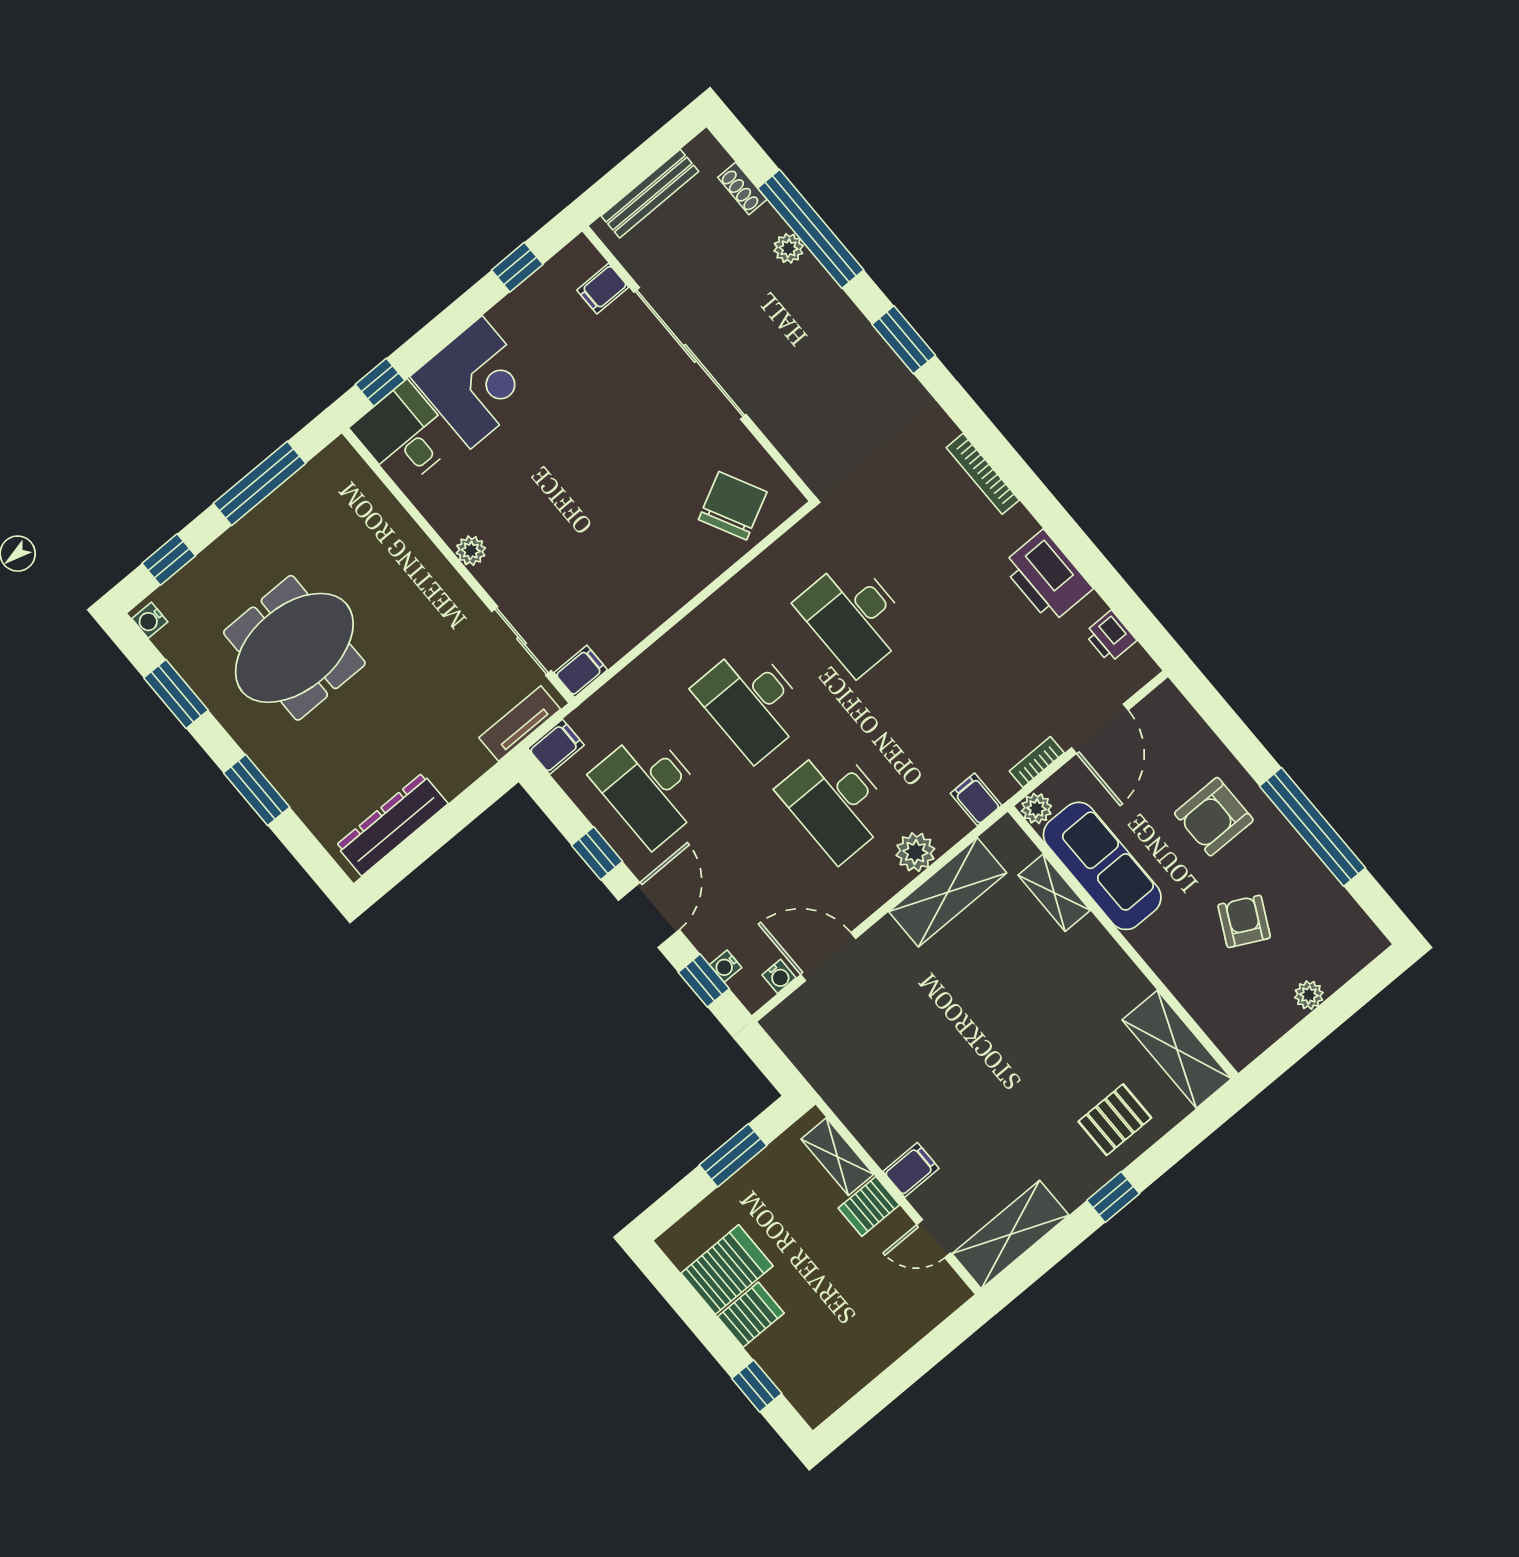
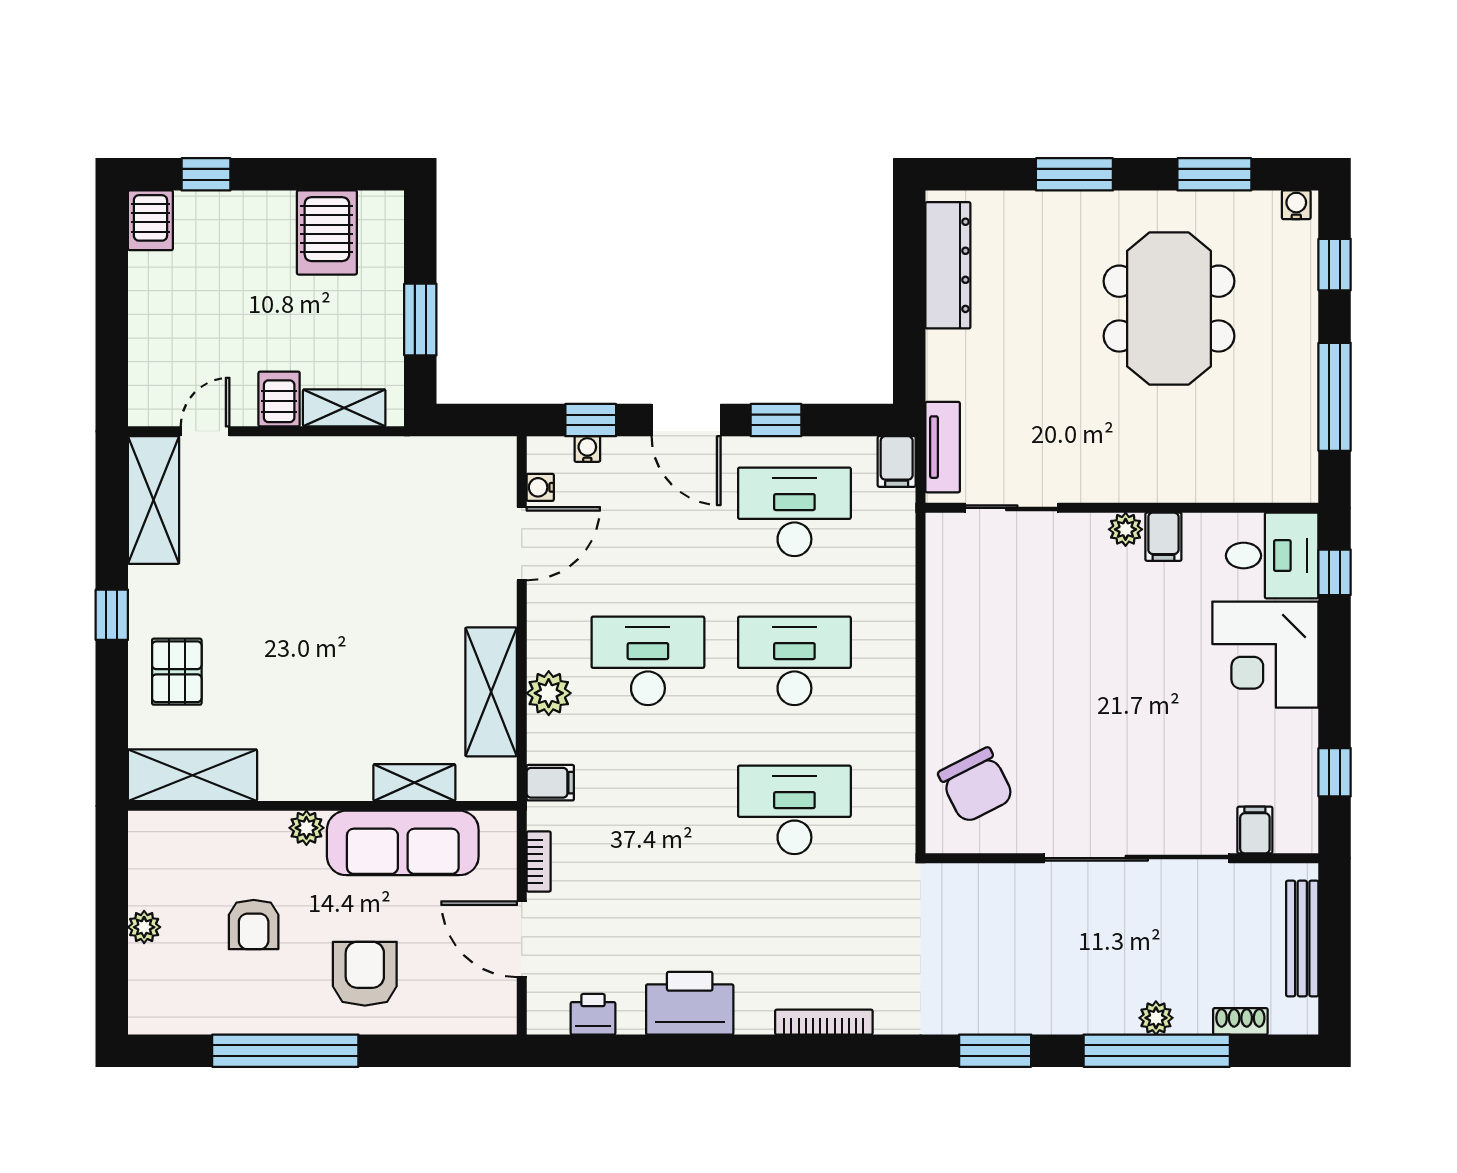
filing cabinet: (581, 671) -> (1163, 537), moved
plant: (1036, 809) -> (306, 828), moved
armchair: (1244, 921) -> (254, 925), turned 63
filing cabinet: (911, 1170) -> (280, 461), removed
server rack: (751, 1315) -> (150, 220), moved

